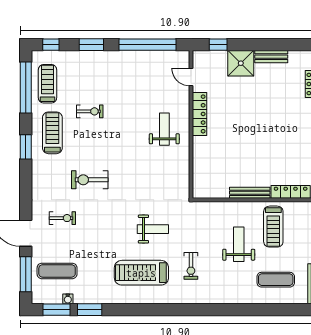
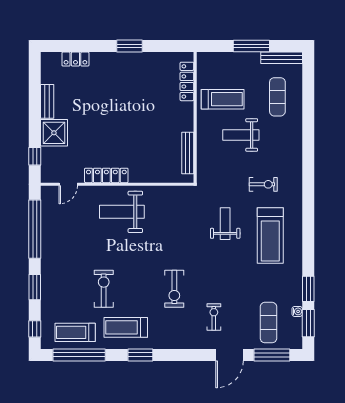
exercise bike: (90, 111) -> (104, 289), width x1.38, depth x1.39
weight bench: (164, 129) -> (122, 212), width x1.36, depth x1.33
bench: (250, 193) -> (188, 153), moved

